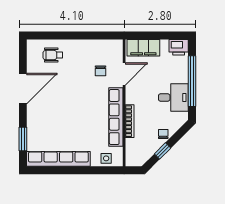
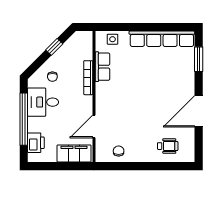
printer: (179, 47) -> (36, 143), moved, turned 90
chair: (100, 71) -> (119, 151), moved
row of seats: (116, 117) -> (102, 67), width x0.50
chair: (163, 134) -> (52, 77), moved

